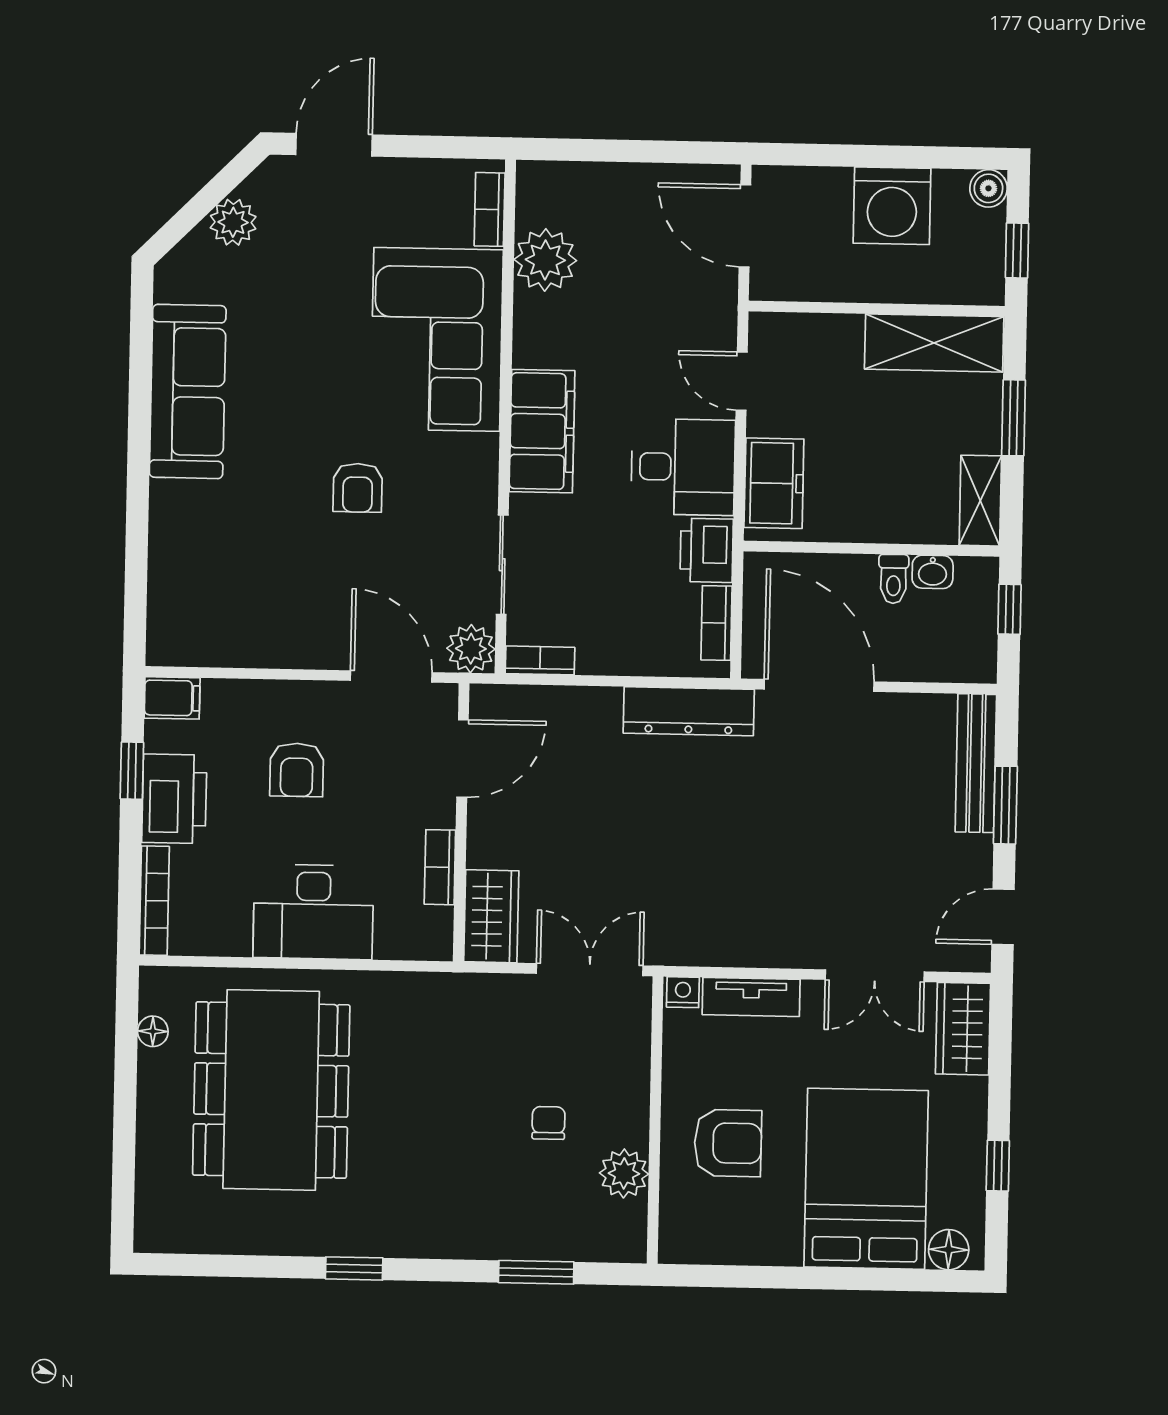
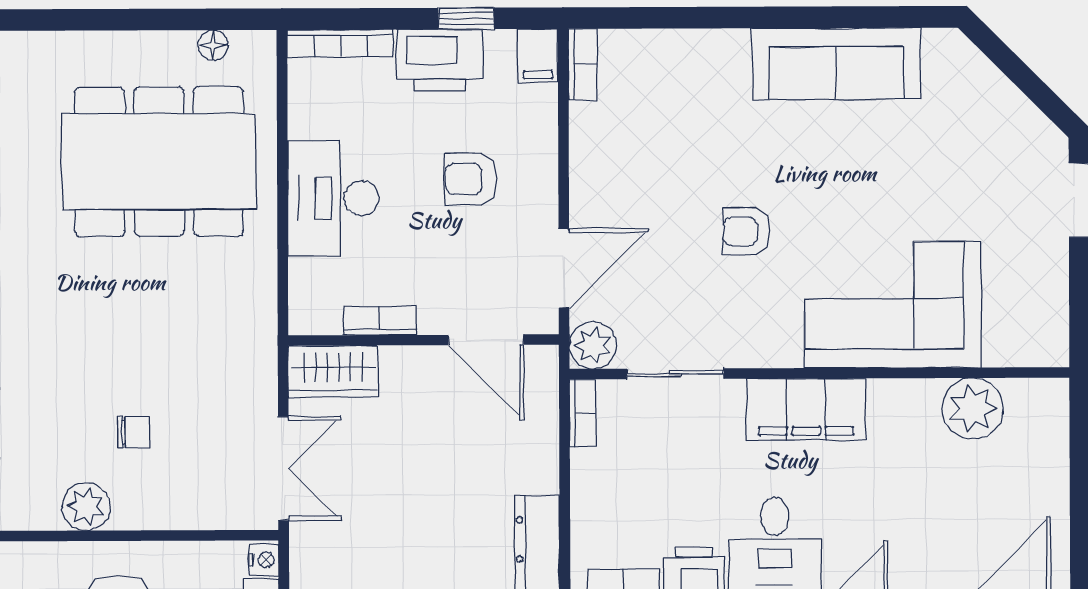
bookcase: (490, 209) -> (583, 65), moved, turned 90
plant: (233, 222) -> (1002, 104), removed

